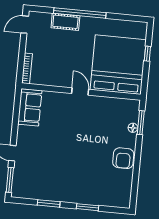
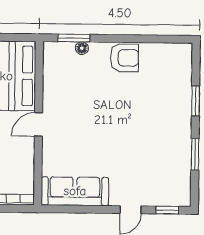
sofa: (30, 107) -> (75, 191), width x1.36
window: (10, 180) -> (167, 210), width x0.67

